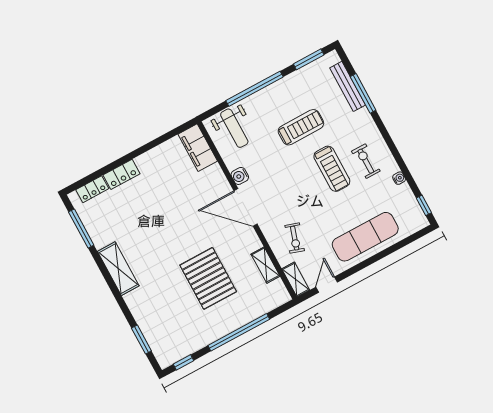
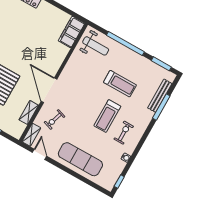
weight bench: (234, 128) -> (96, 46), turned -90
water cooler: (240, 176) -> (70, 66), removed
door: (245, 207) -> (49, 90), moved
door: (327, 285) -> (39, 154), hinge flipped

